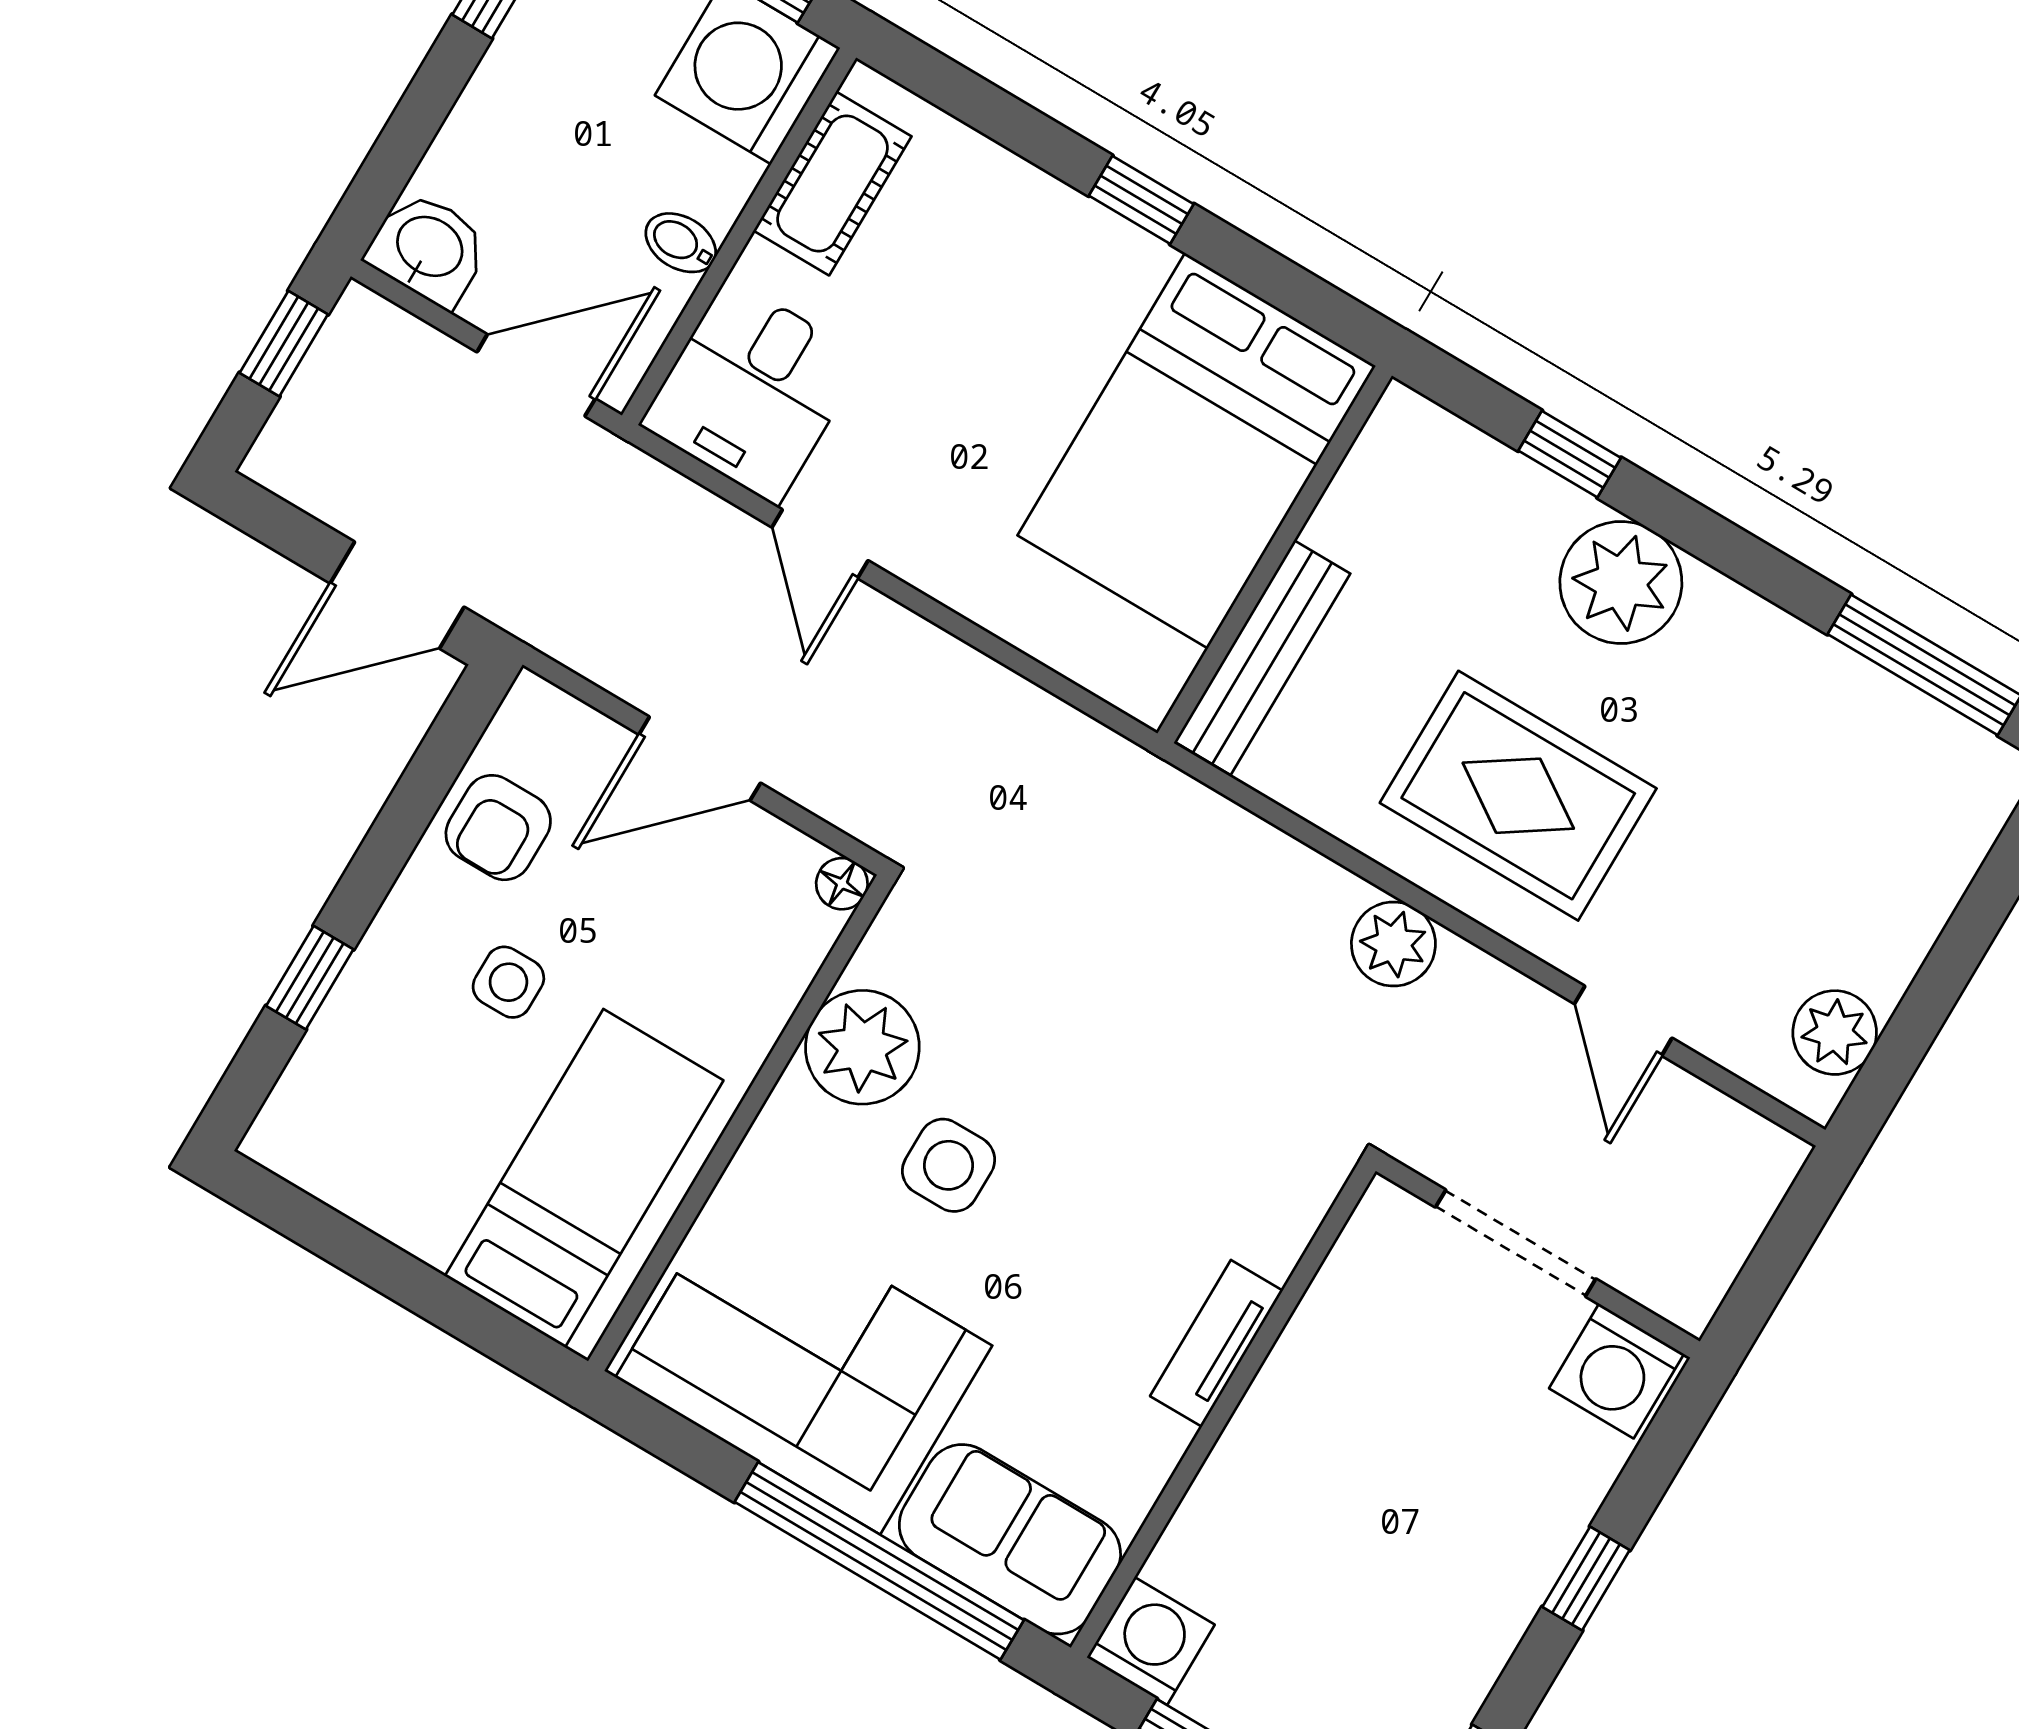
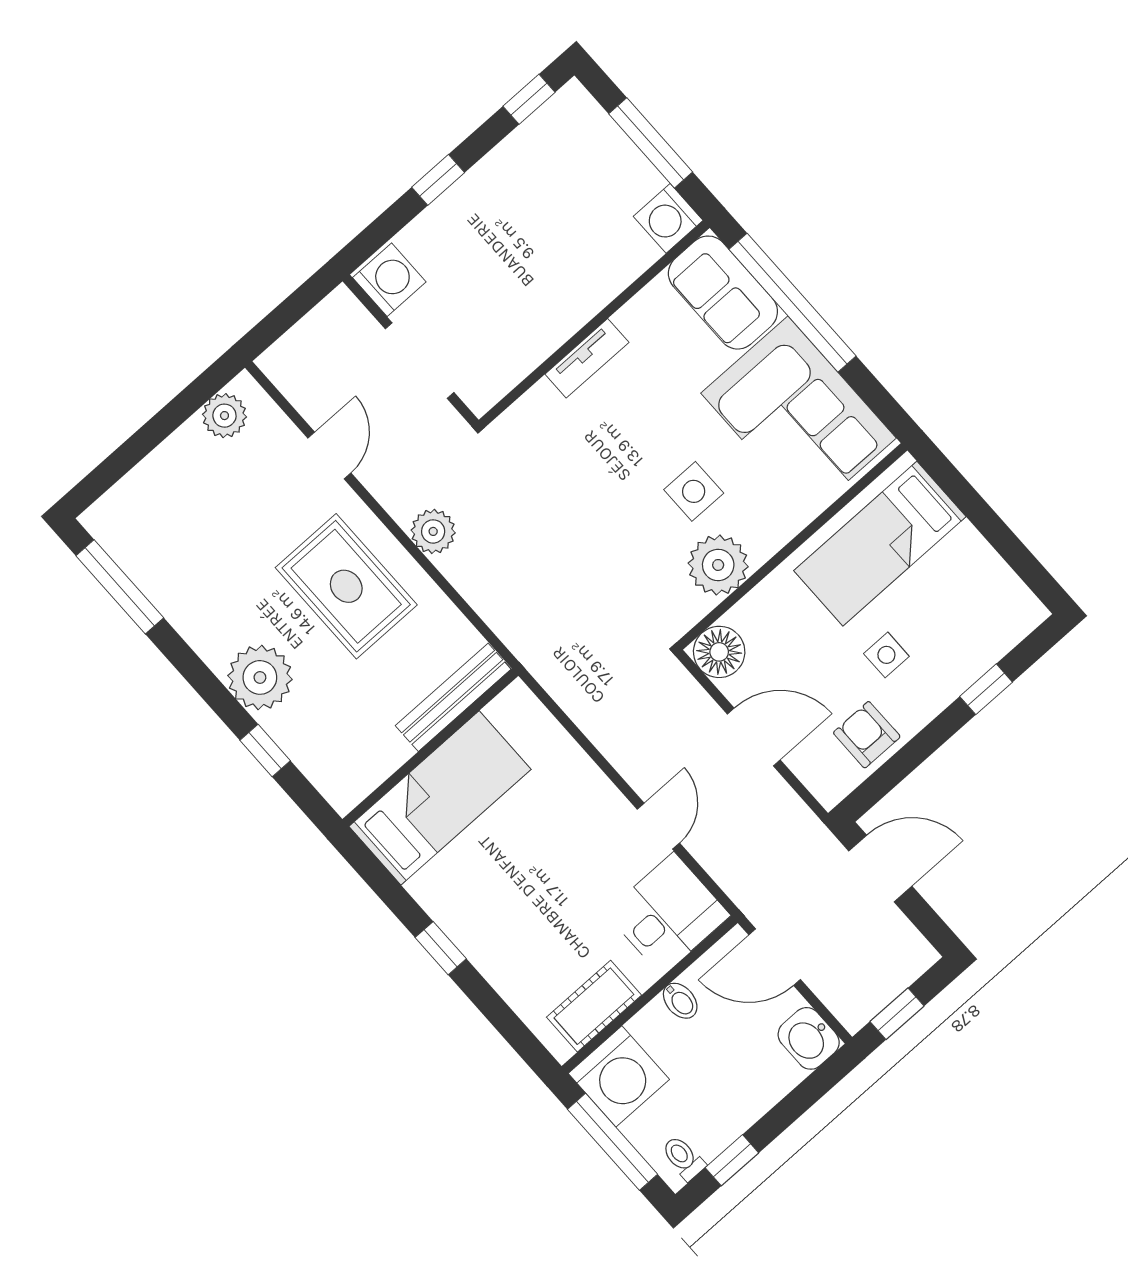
bed: (1197, 451) -> (440, 798), width x0.67
armchair: (498, 828) -> (867, 735), turned -90
floor lamp: (842, 884) -> (719, 652), width x1.89, depth x1.89

